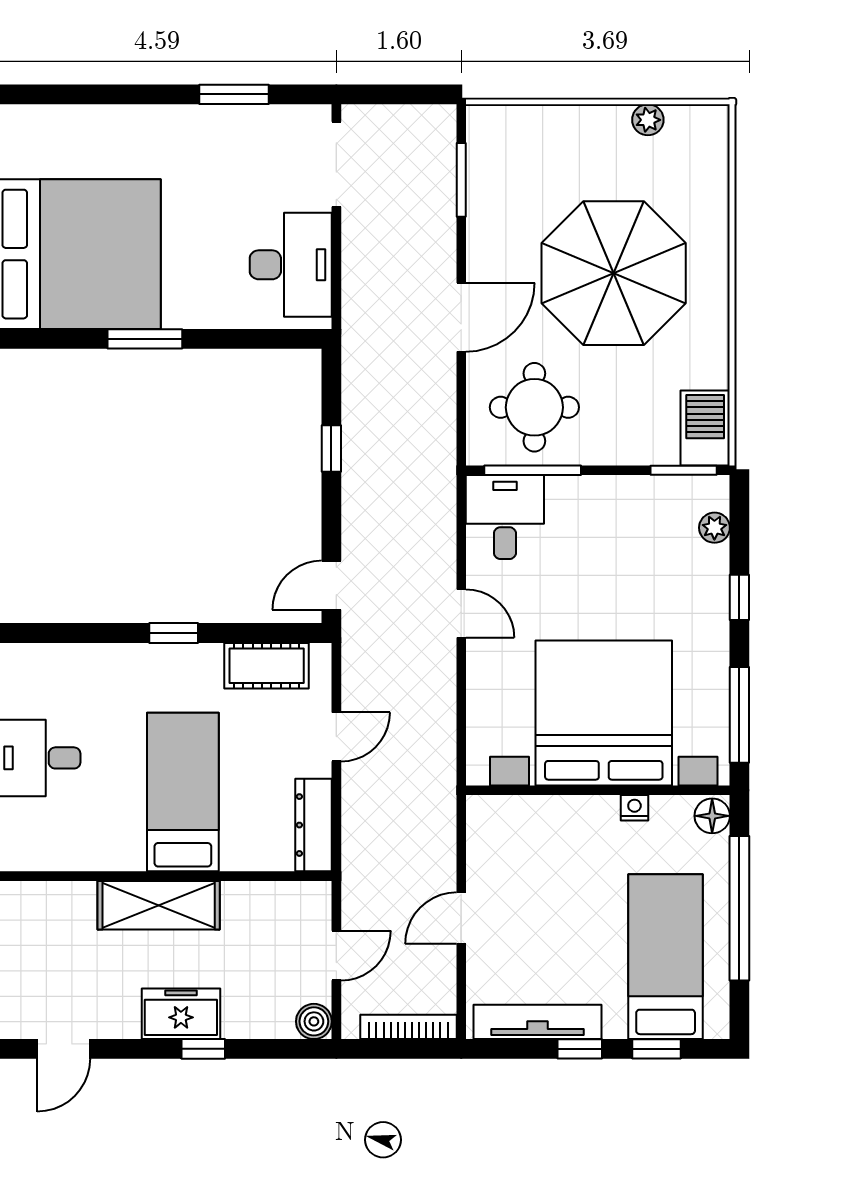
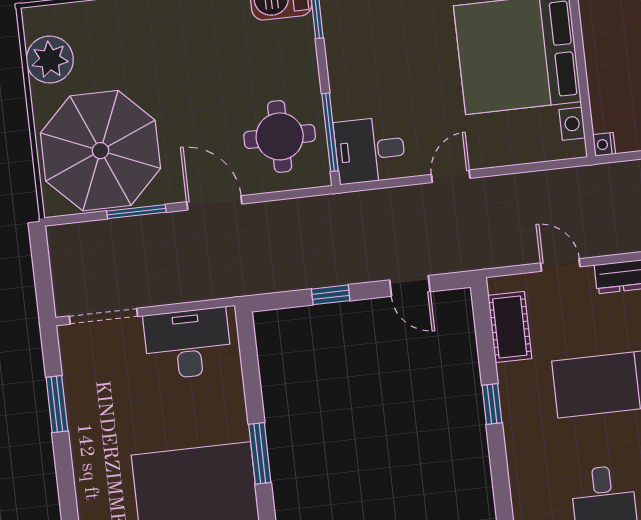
plant: (648, 120) -> (50, 60), width x1.88, depth x1.88
window: (461, 180) -> (136, 212), moved
parasol: (614, 273) -> (100, 151), moved
door: (331, 585) -> (410, 286), moved
nightstand: (634, 808) -> (604, 144), moved

